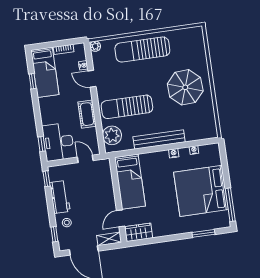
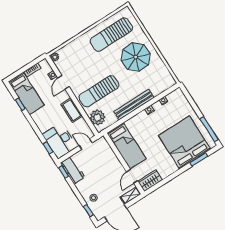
sun lounger: (142, 50) -> (111, 35), moved
door: (92, 79) -> (63, 82), hinge flipped
bed: (201, 191) -> (185, 142), moved, turned 90
workbench: (60, 197) -> (73, 170), moved

